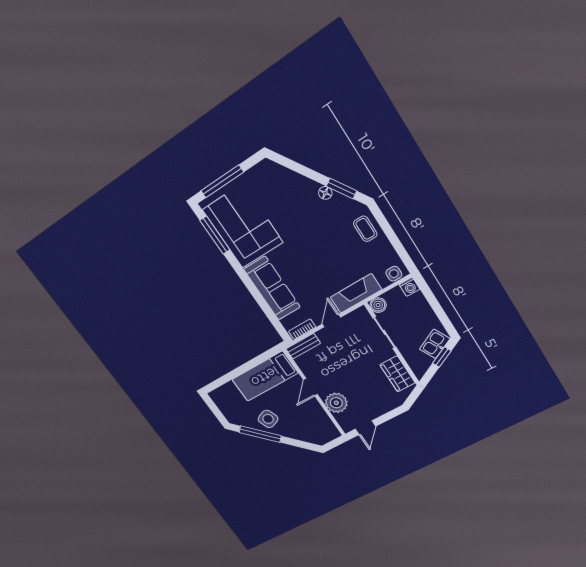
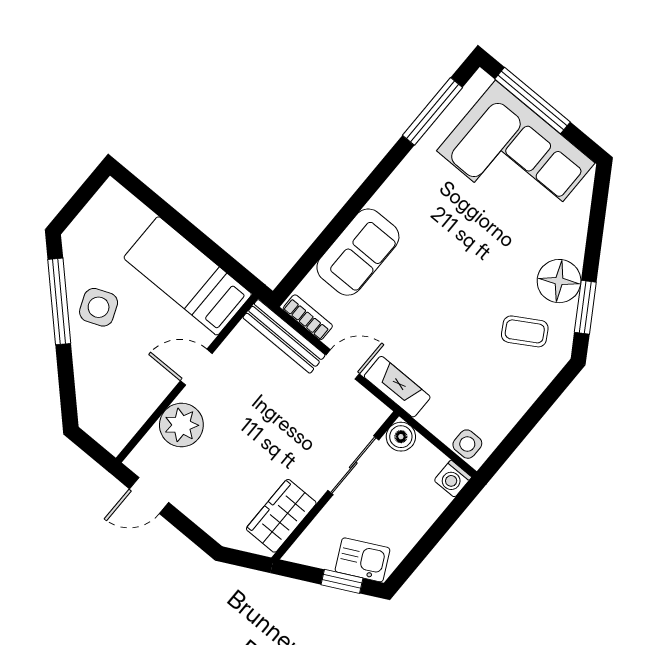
floor lamp: (325, 193) -> (559, 281), width x1.89, depth x1.89
corner sofa: (243, 226) -> (516, 157), moved, turned 90
coffee table: (365, 229) -> (525, 331), moved, turned 59
sofa: (272, 288) -> (358, 252), width x0.73
fireplace: (356, 293) -> (397, 387), width x0.73, depth x0.76
bench: (303, 346) -> (284, 336), width x1.36

